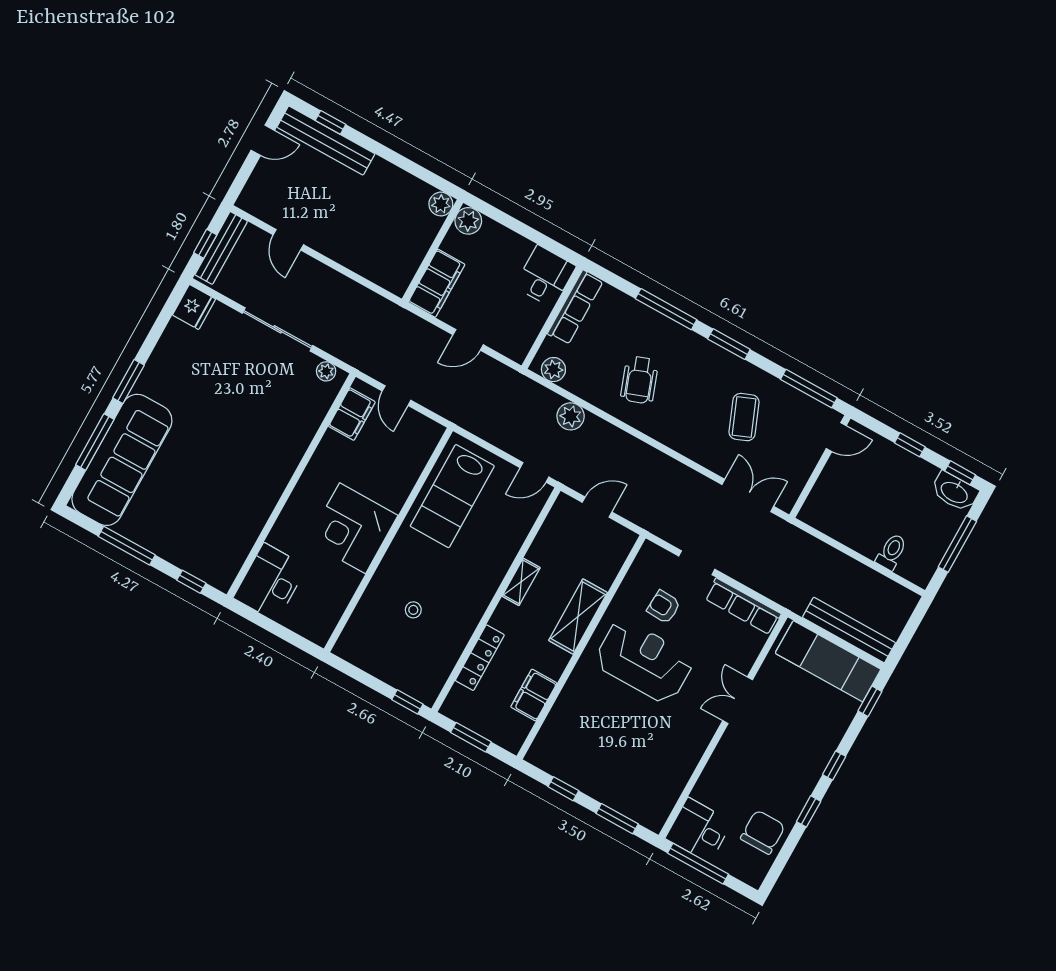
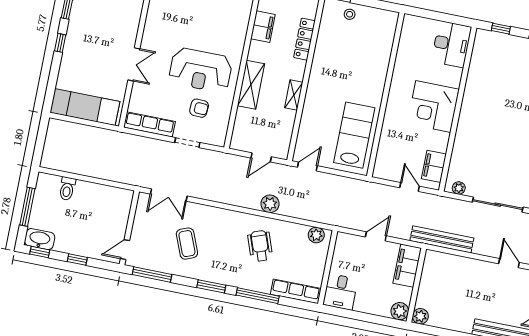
row of seats: (575, 307) -> (296, 291), moved, turned 90
plant: (571, 416) -> (270, 204), moved
corner desk: (353, 528) -> (433, 107), moved, turned 180
stool: (413, 610) -> (350, 14), moved
bench: (849, 630) -> (442, 239), moved
window: (870, 701) -> (51, 90), removed

